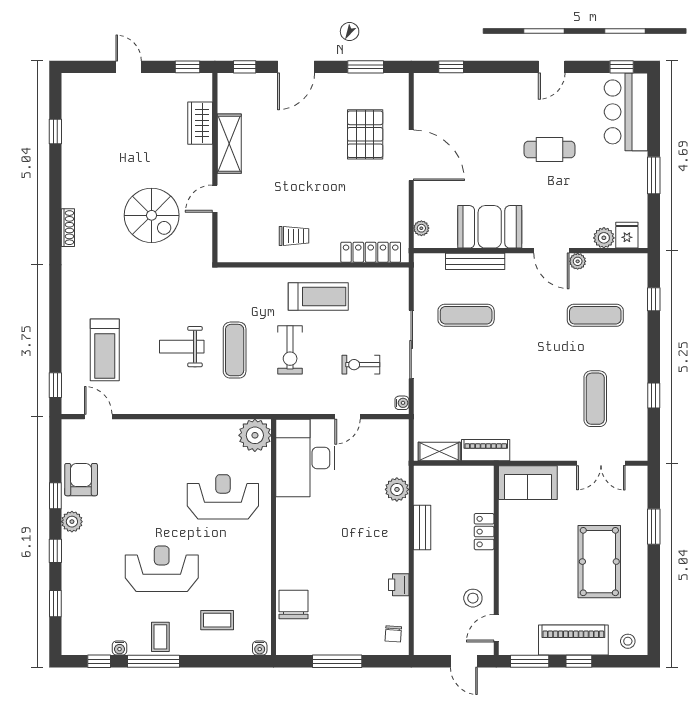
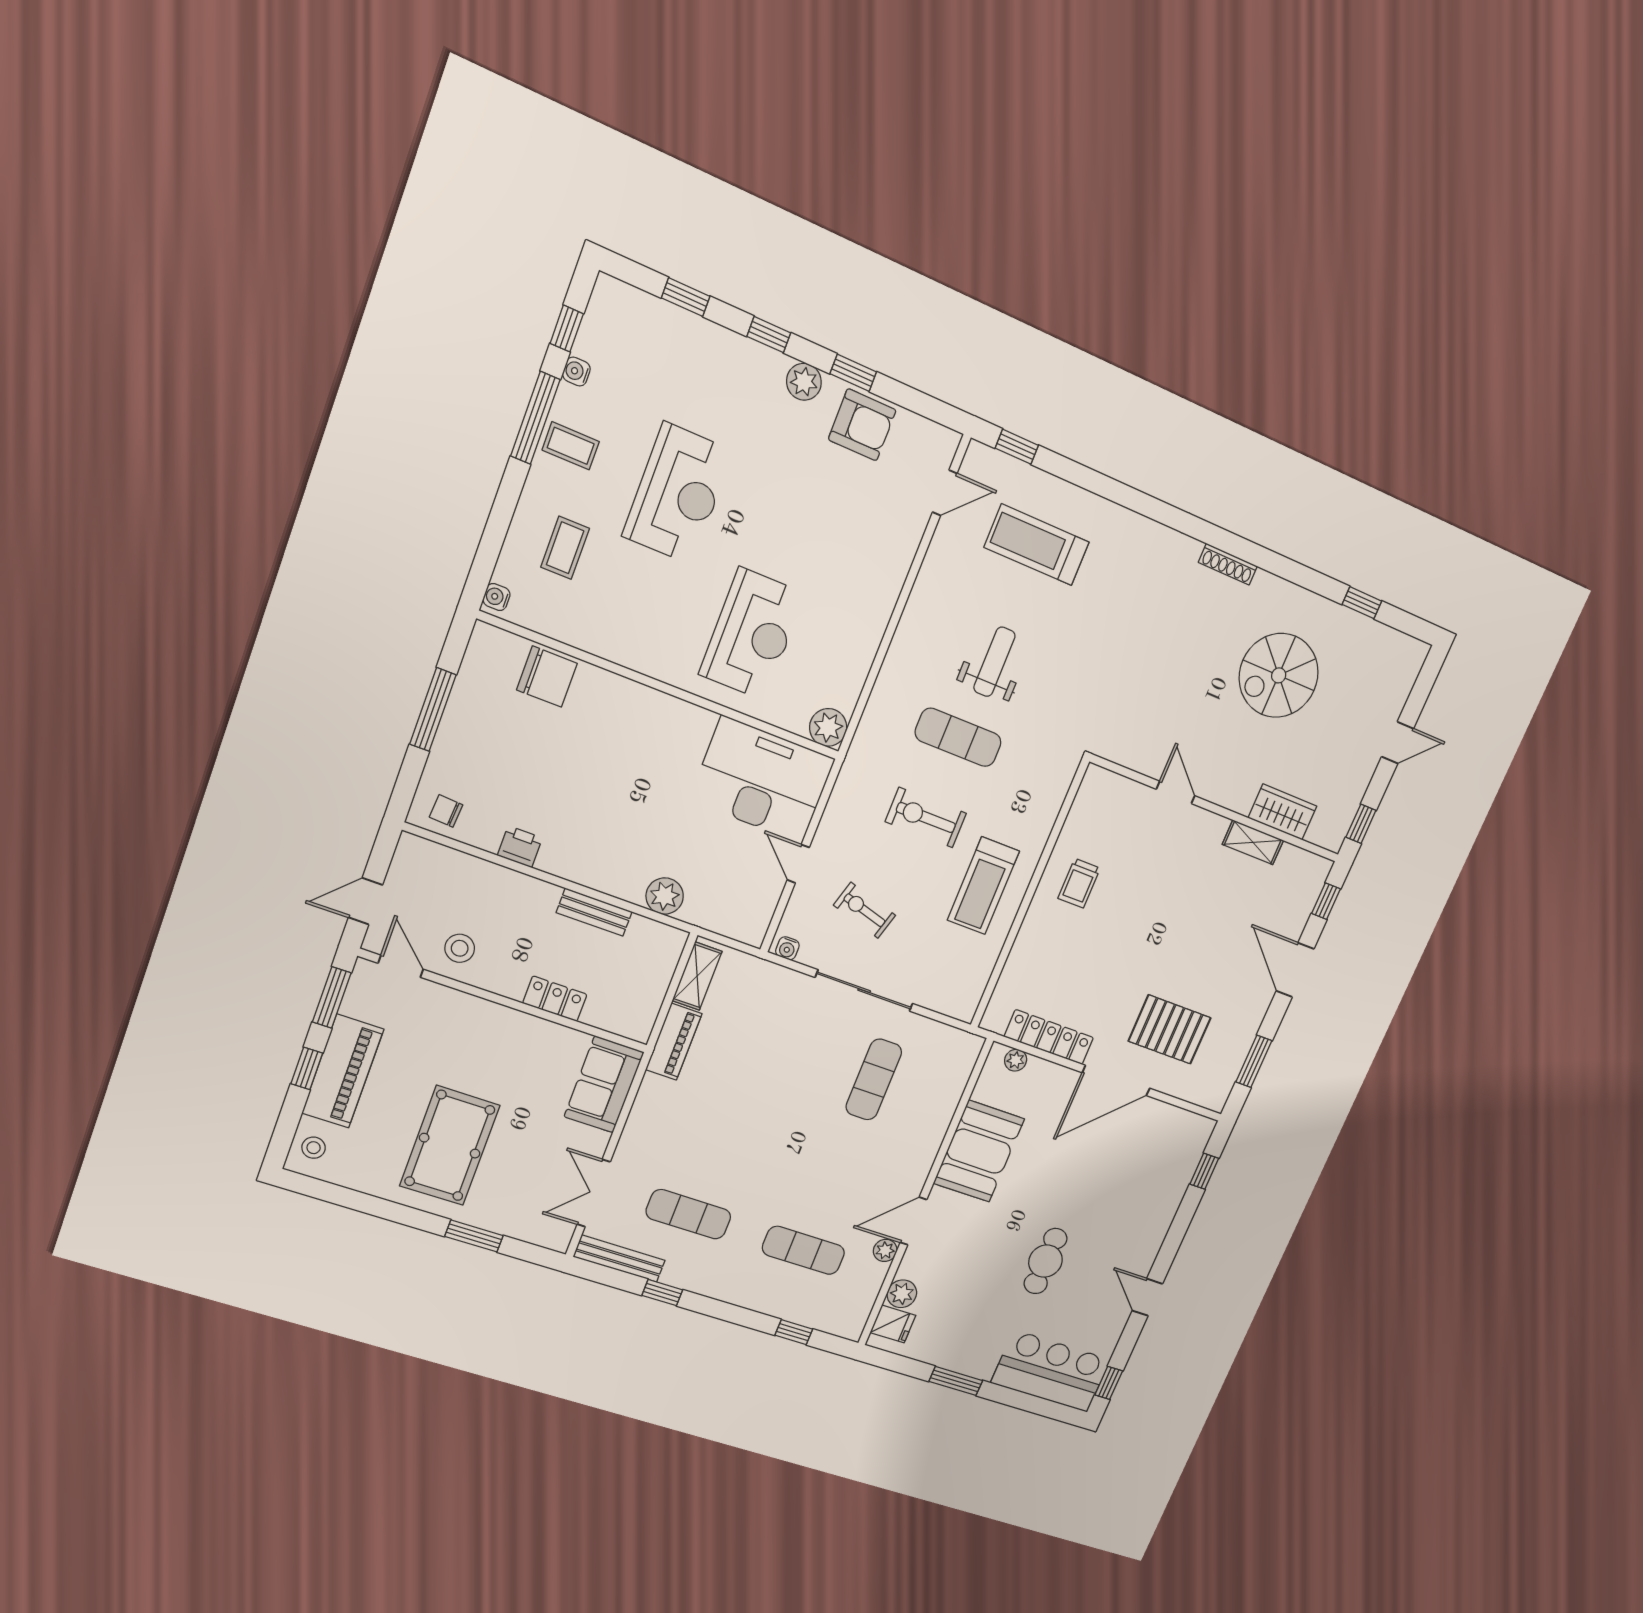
shelving: (229, 144) -> (1253, 842), width x0.67, depth x0.75
spiral stairs: (152, 215) -> (1279, 675), moved
locker: (371, 252) -> (1049, 1037), moved, turned -90
bench: (475, 261) -> (619, 1259), moved, turned 90
exercise mat: (595, 315) -> (803, 1250), turned 90
exercise bike: (361, 365) -> (864, 910), turned -74
plant: (255, 435) -> (828, 727), width x0.73, depth x0.73
pool table: (599, 562) -> (450, 1146), turned 90

